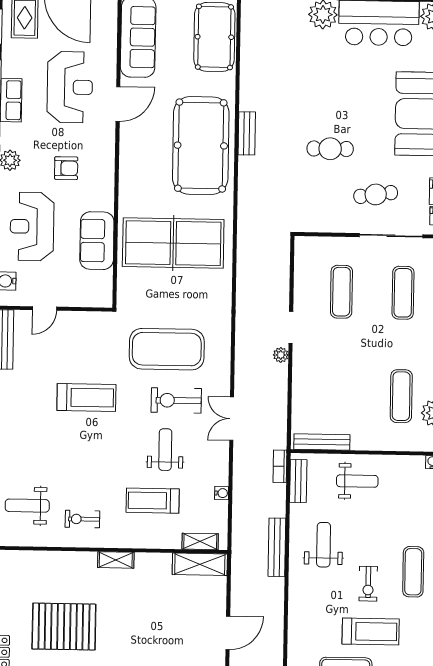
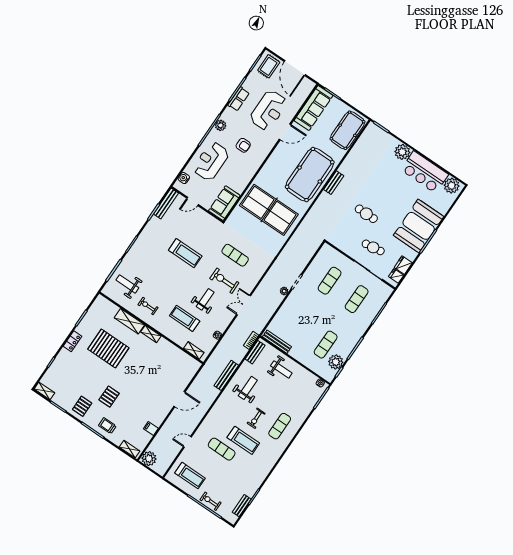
sofa: (97, 241) -> (224, 203), moved
exercise mat: (167, 349) -> (235, 255), width x0.50, depth x0.69
shelving: (200, 564) -> (129, 321), moved

